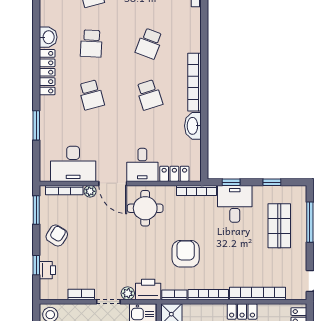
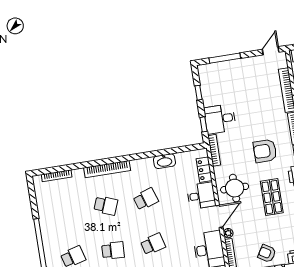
bookcase: (195, 82) -> (107, 169), moved
shop shelf: (279, 226) -> (272, 197), moved, turned 90

